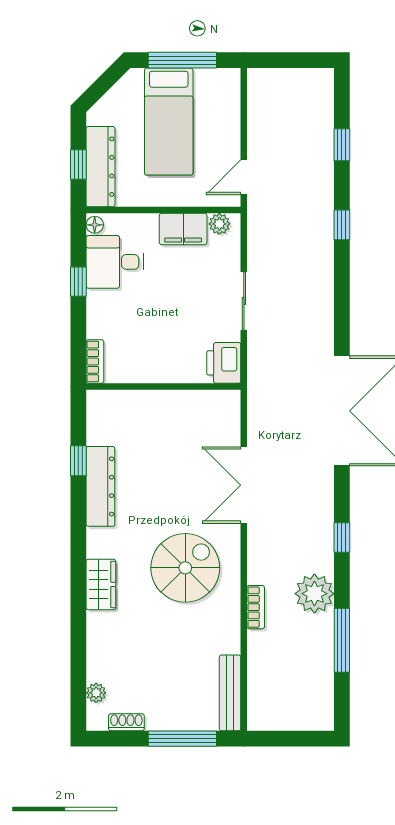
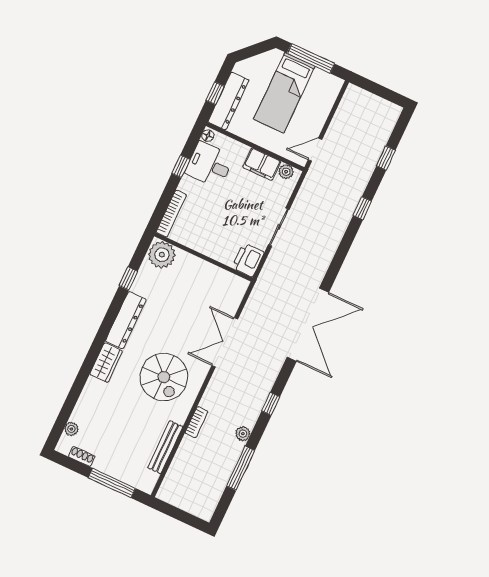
bookcase: (95, 361) -> (171, 214), width x1.56
plant: (108, 409) -> (162, 255), added
dresser: (100, 486) -> (126, 320), moved
spiral stairs: (185, 568) -> (164, 377), turned 90
plant: (314, 594) -> (243, 434), width x0.53, depth x0.53
bench: (230, 693) -> (165, 447), moved

